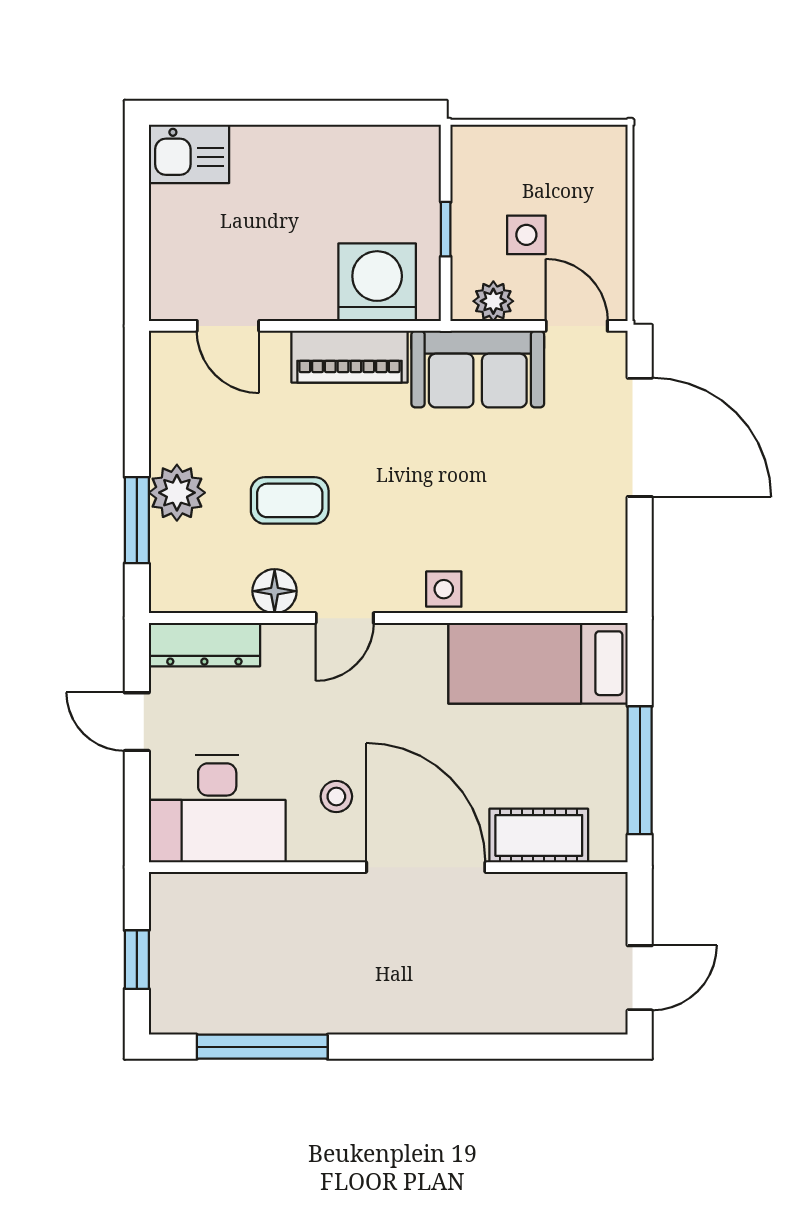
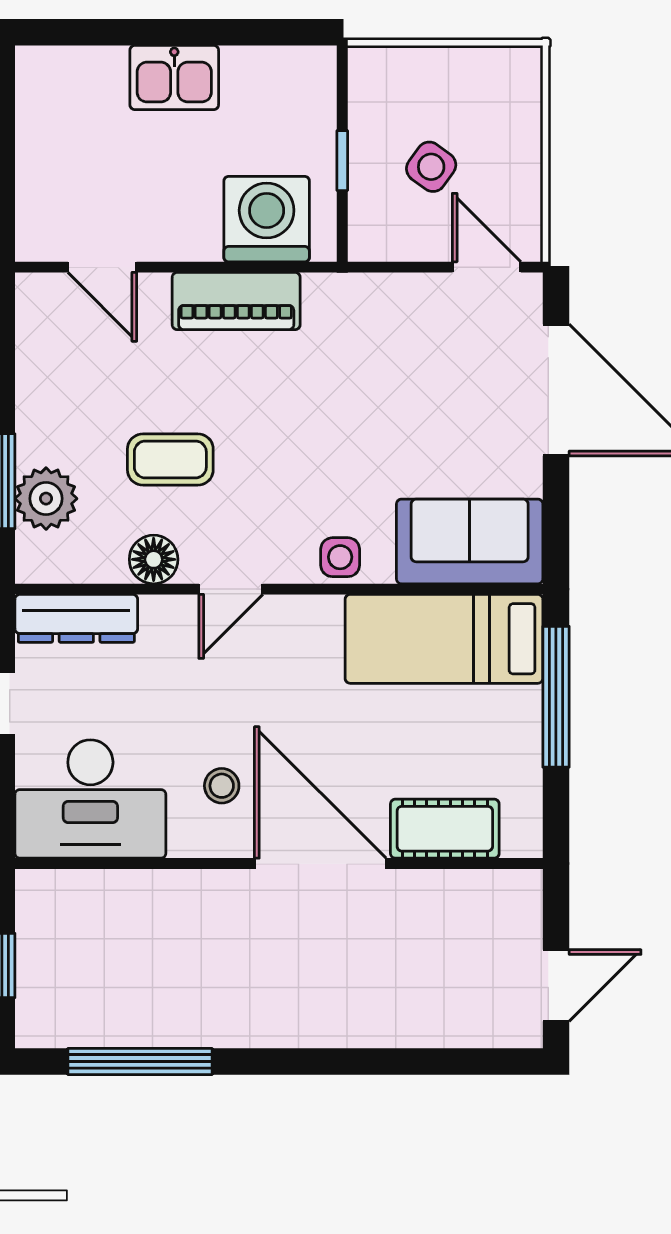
kitchen sink: (189, 154) -> (174, 78), moved
side table: (526, 235) -> (431, 167), turned 36
plant: (493, 301) -> (395, 240), removed
sofa: (478, 369) -> (470, 541), moved, turned 180
plant: (177, 493) -> (46, 499), moved
window: (640, 770) -> (556, 697), moved

